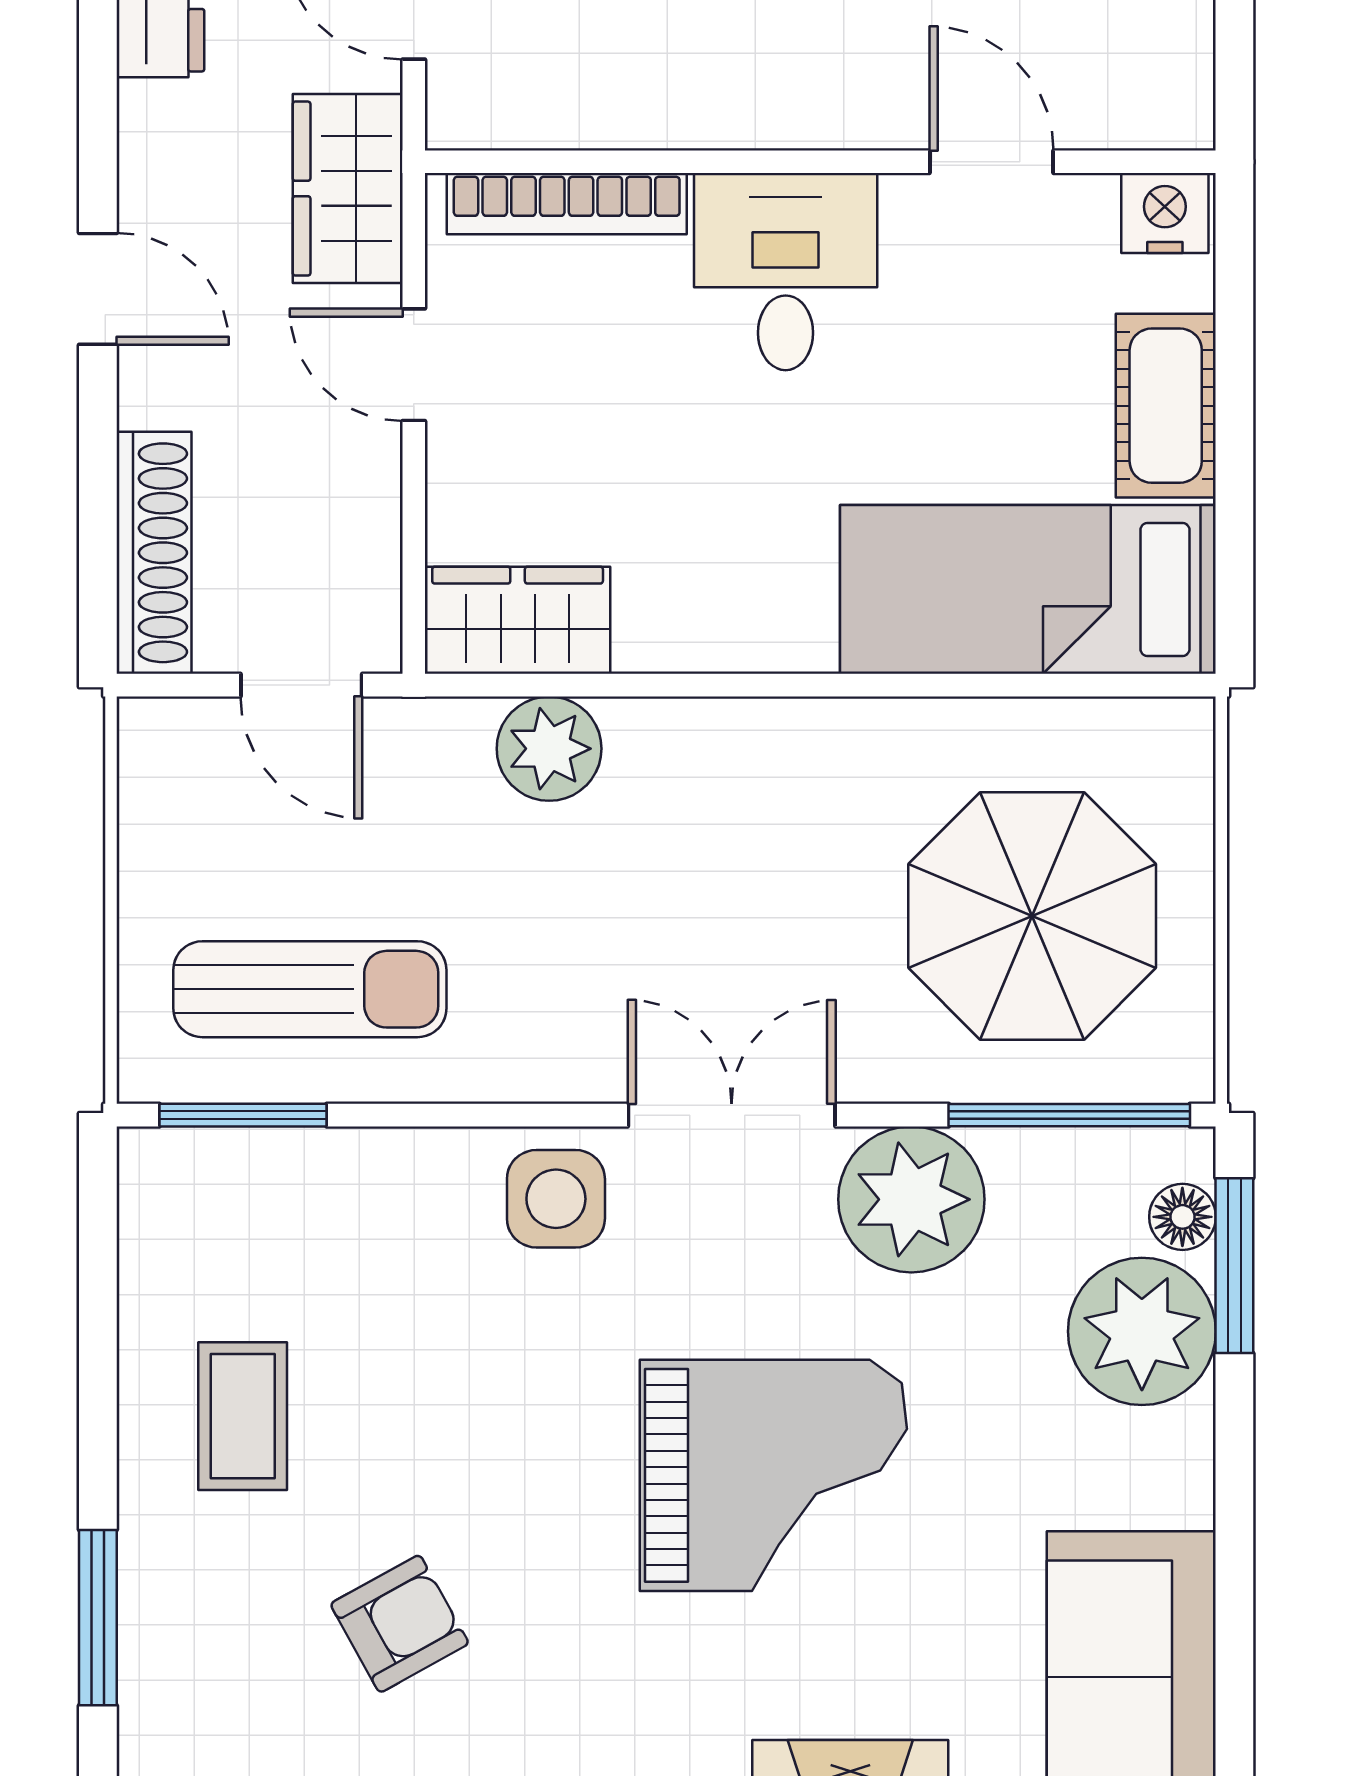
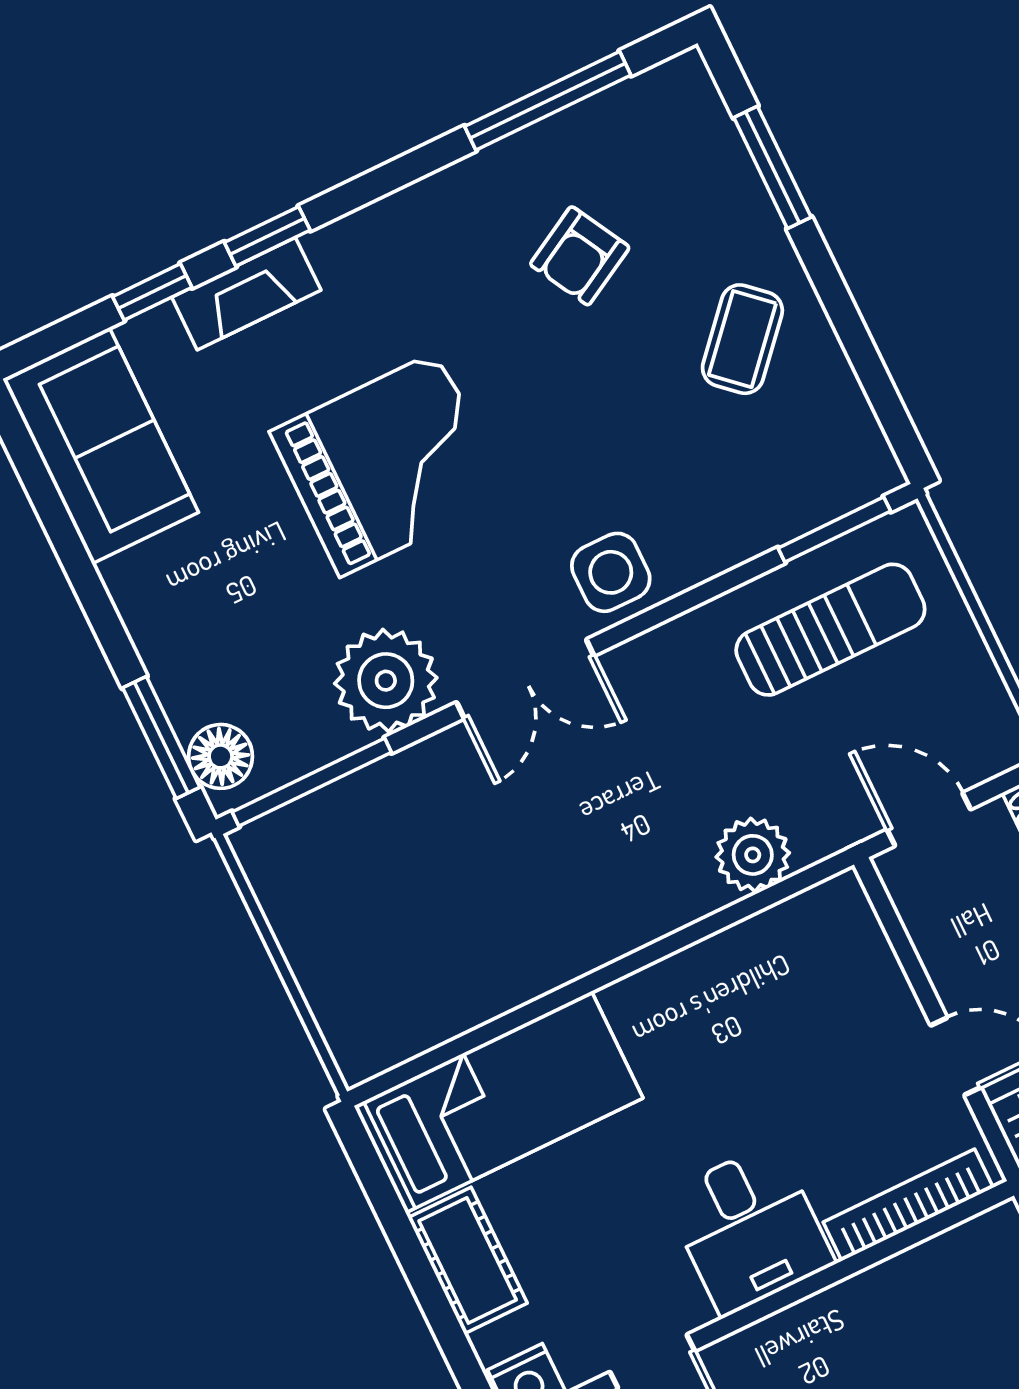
wardrobe: (518, 620) -> (812, 927), removed
parasol: (1032, 916) -> (396, 897), removed
sun lounger: (310, 989) -> (830, 630), turned 180
floor lamp: (1182, 1217) -> (221, 756), width x1.37, depth x1.37
plant: (1142, 1331) -> (200, 668), removed
coffee table: (243, 1416) -> (742, 339), turned 42
grand piano: (773, 1475) -> (389, 464), turned 180

